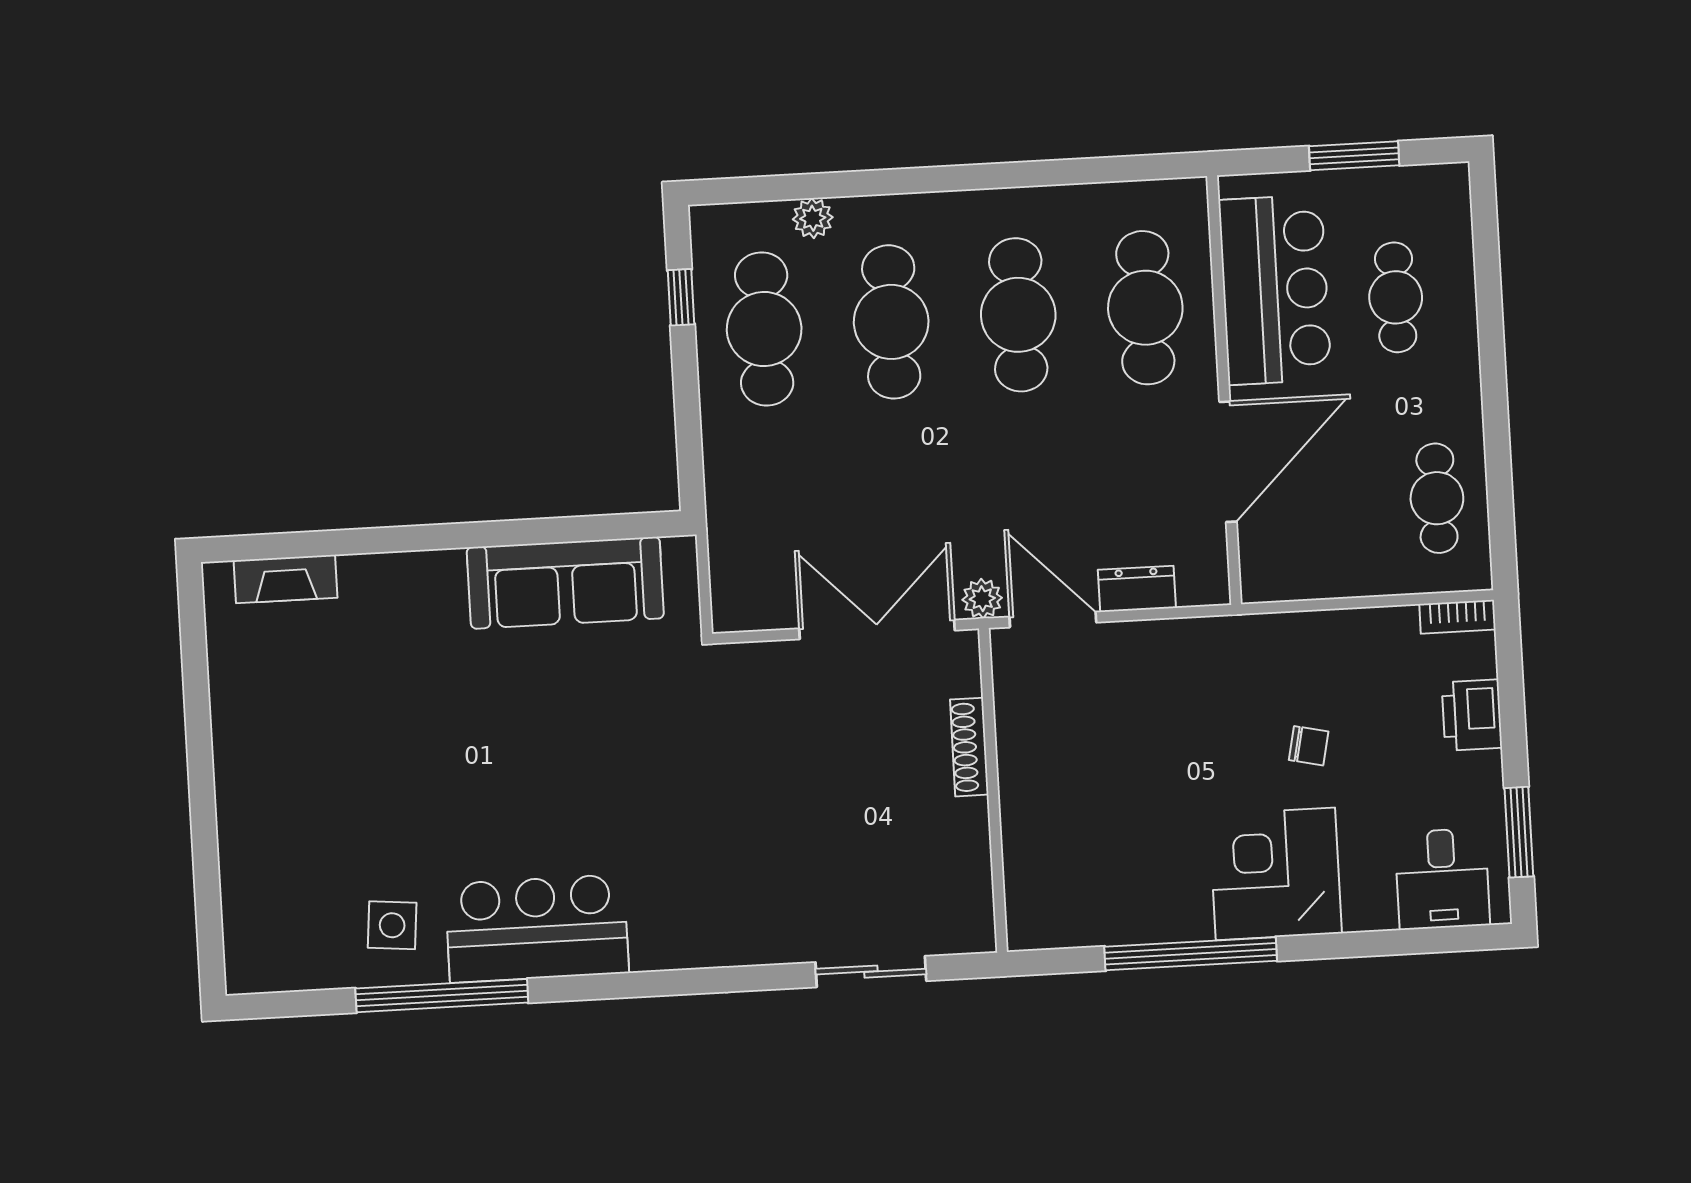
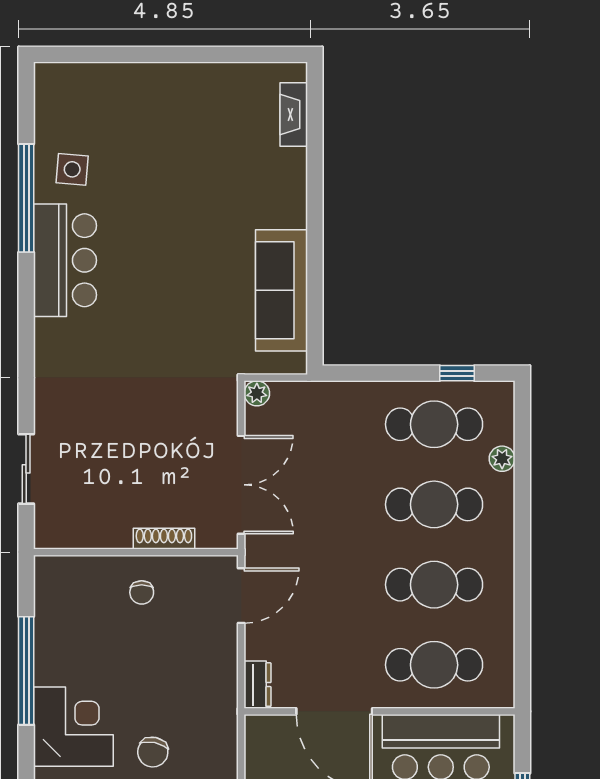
dresser: (1137, 589) -> (258, 685), moved
plant: (982, 599) -> (257, 393), moved
chair: (1309, 746) -> (153, 752), width x1.37, depth x1.37
chair: (1057, 777) -> (142, 592), added

